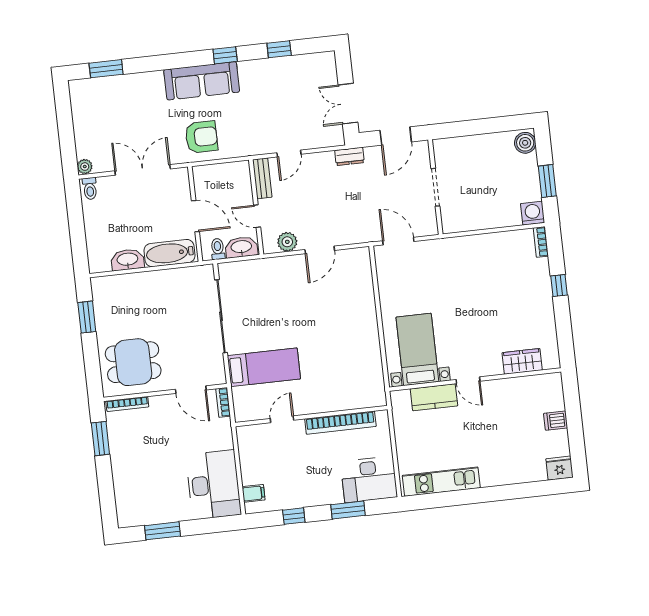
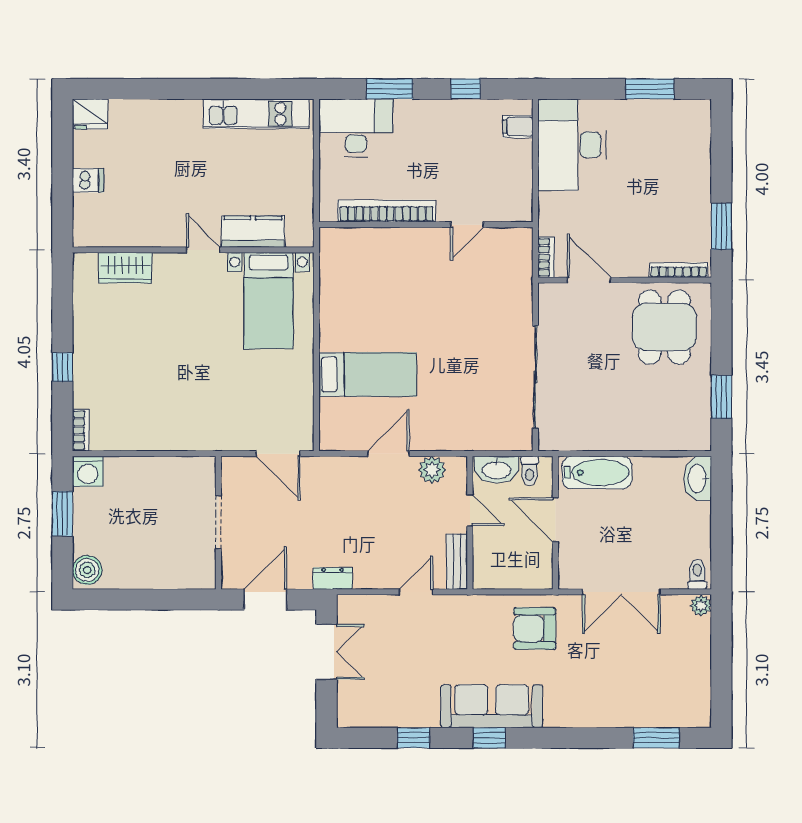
sofa: (202, 81) -> (492, 706), moved
washbasin: (128, 260) -> (698, 479), moved, turned 90
dining table: (133, 362) -> (664, 327), turned 90
bed: (264, 367) -> (368, 374), moved, turned 180

